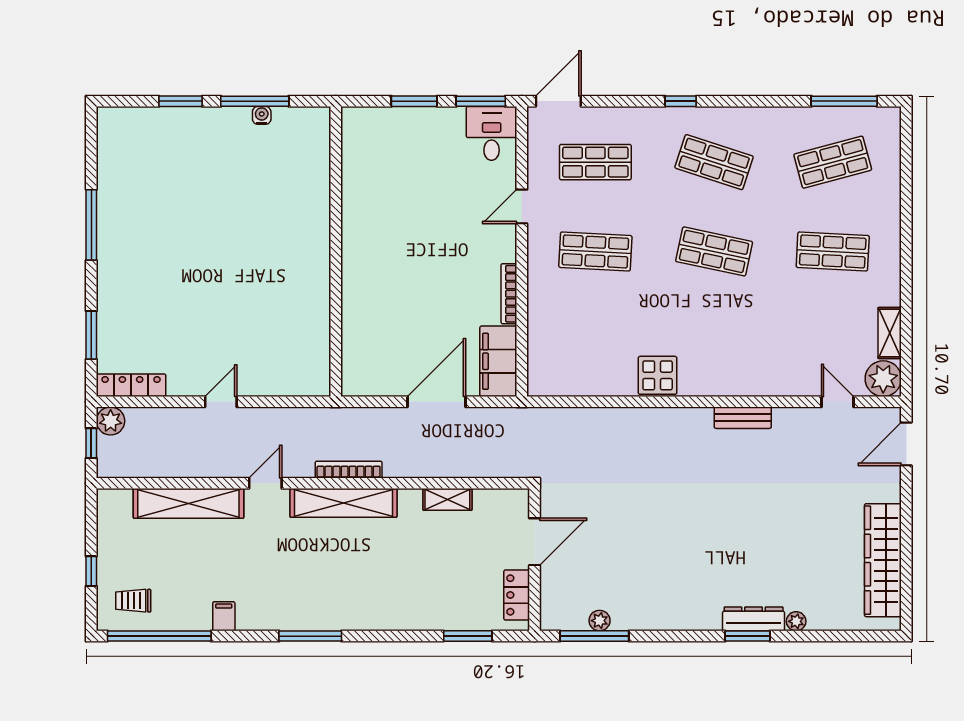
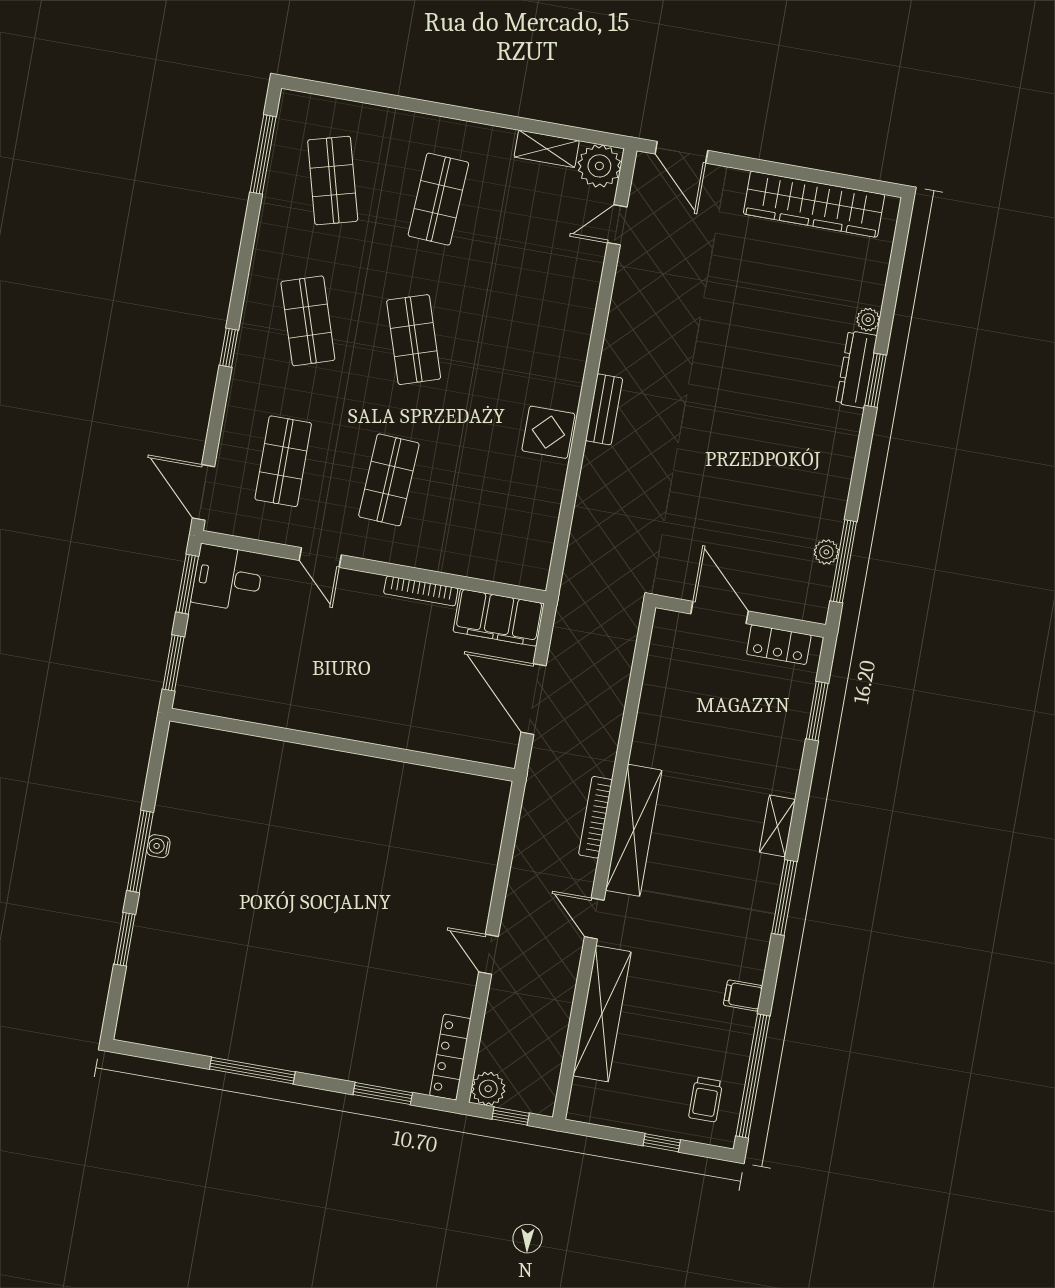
shop shelf: (714, 162) -> (308, 321), turned -36
wall: (336, 251) -> (342, 745), moved
shop shelf: (714, 251) -> (414, 340), turned -30
bench: (743, 418) -> (604, 409), moved
shelving: (447, 499) -> (777, 826), moved

